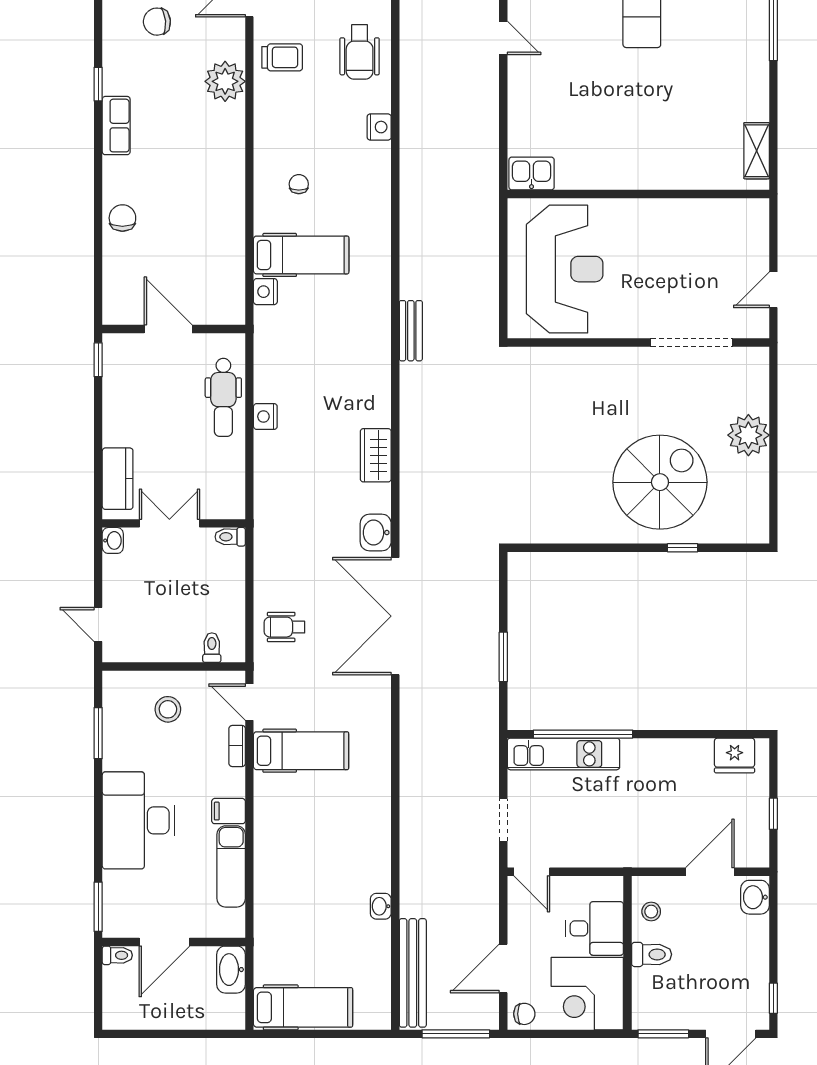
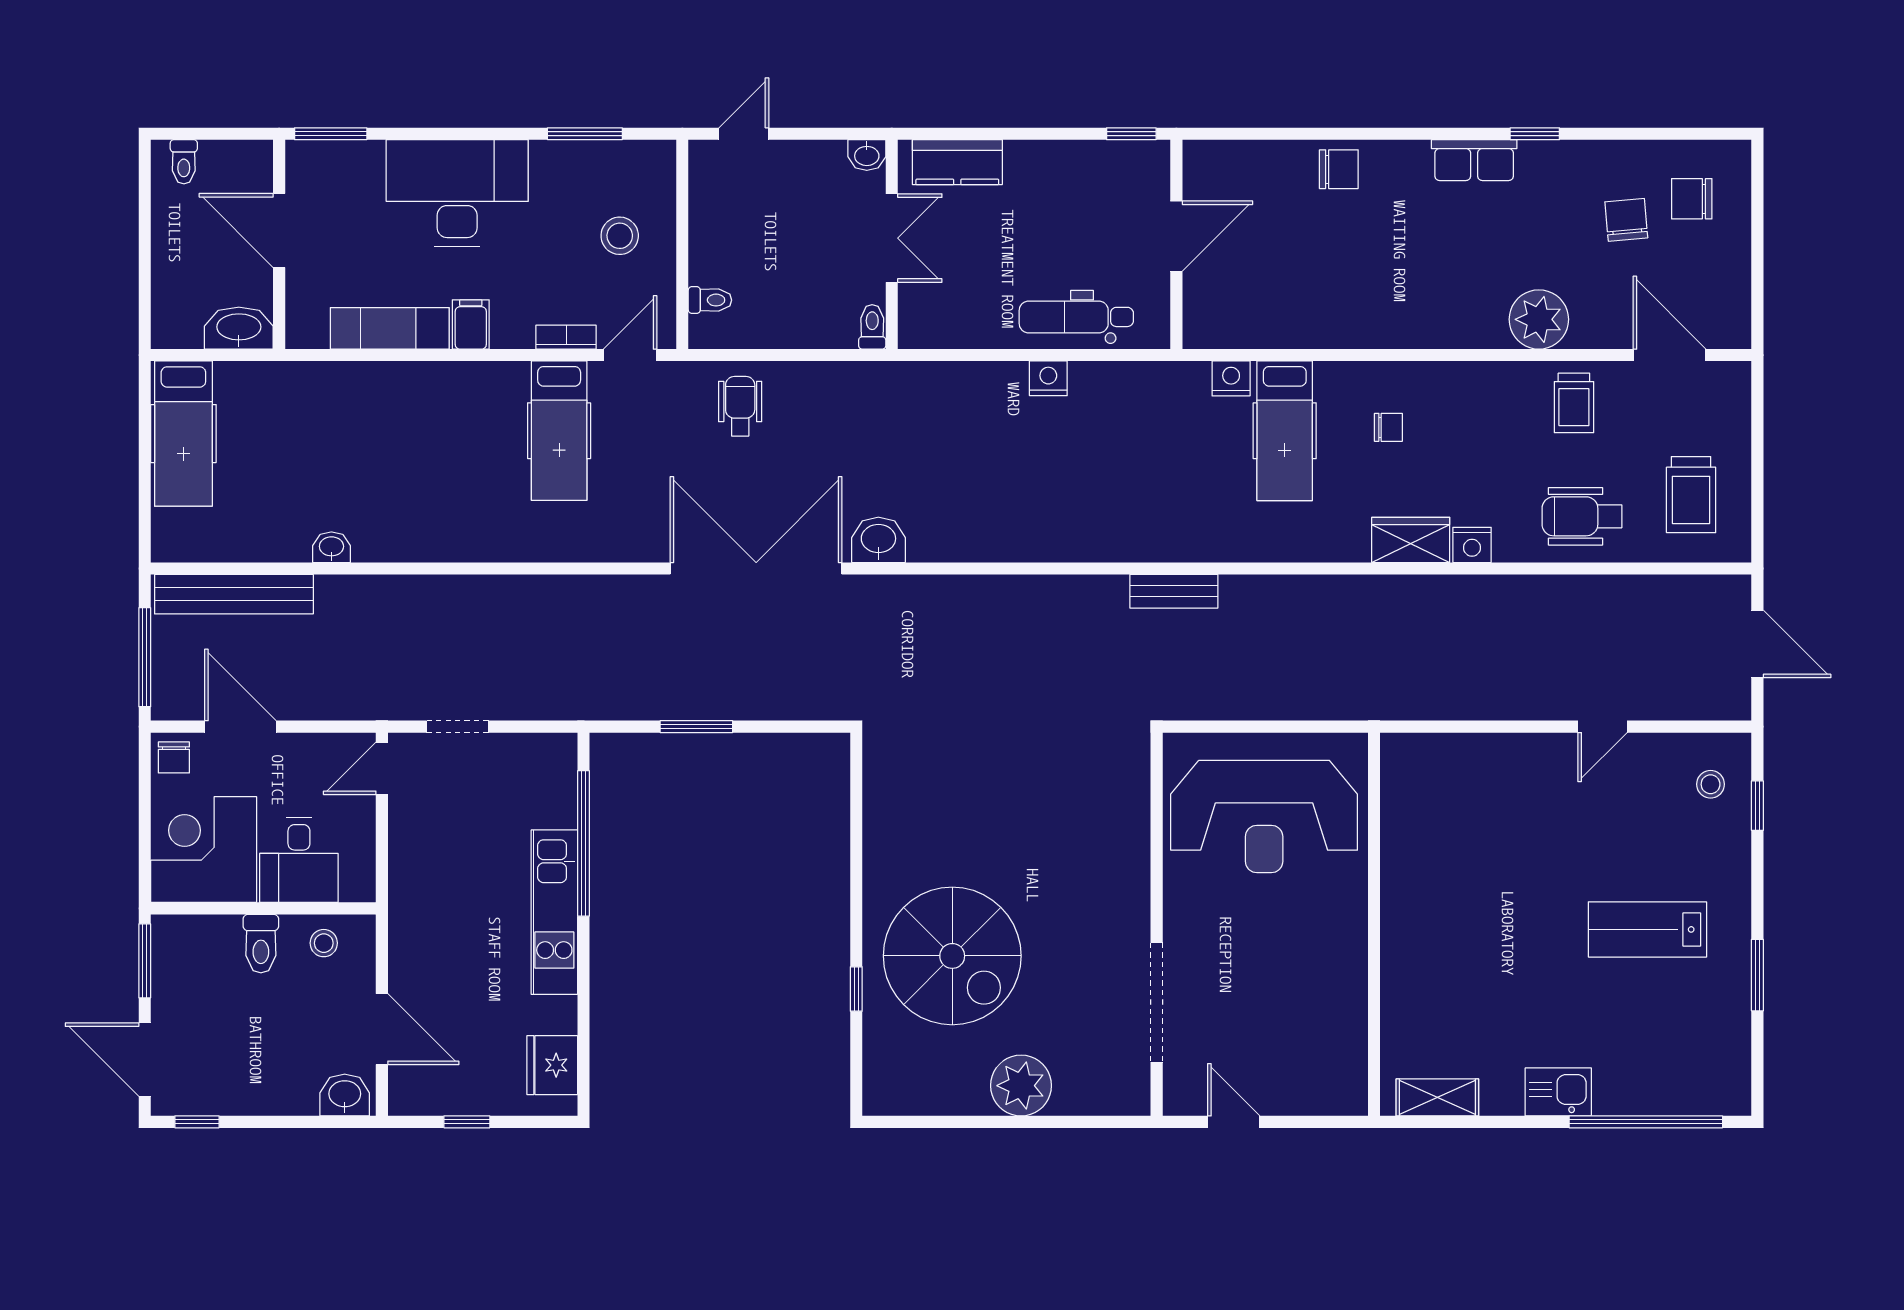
kitchen sink: (532, 173) -> (1558, 1092), moved, turned -90
wardrobe: (376, 455) -> (1411, 540), moved
kitchen unit: (564, 754) -> (554, 912), moved
toilet: (117, 955) -> (184, 162), moved

